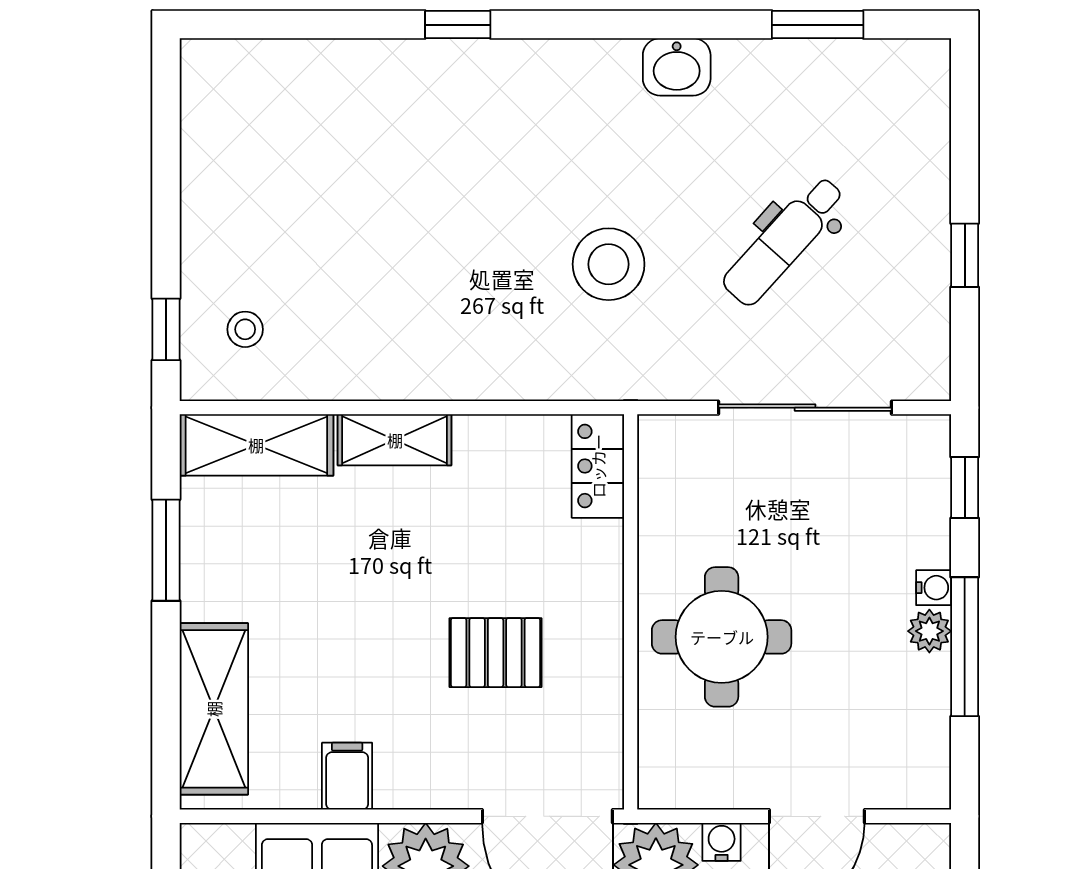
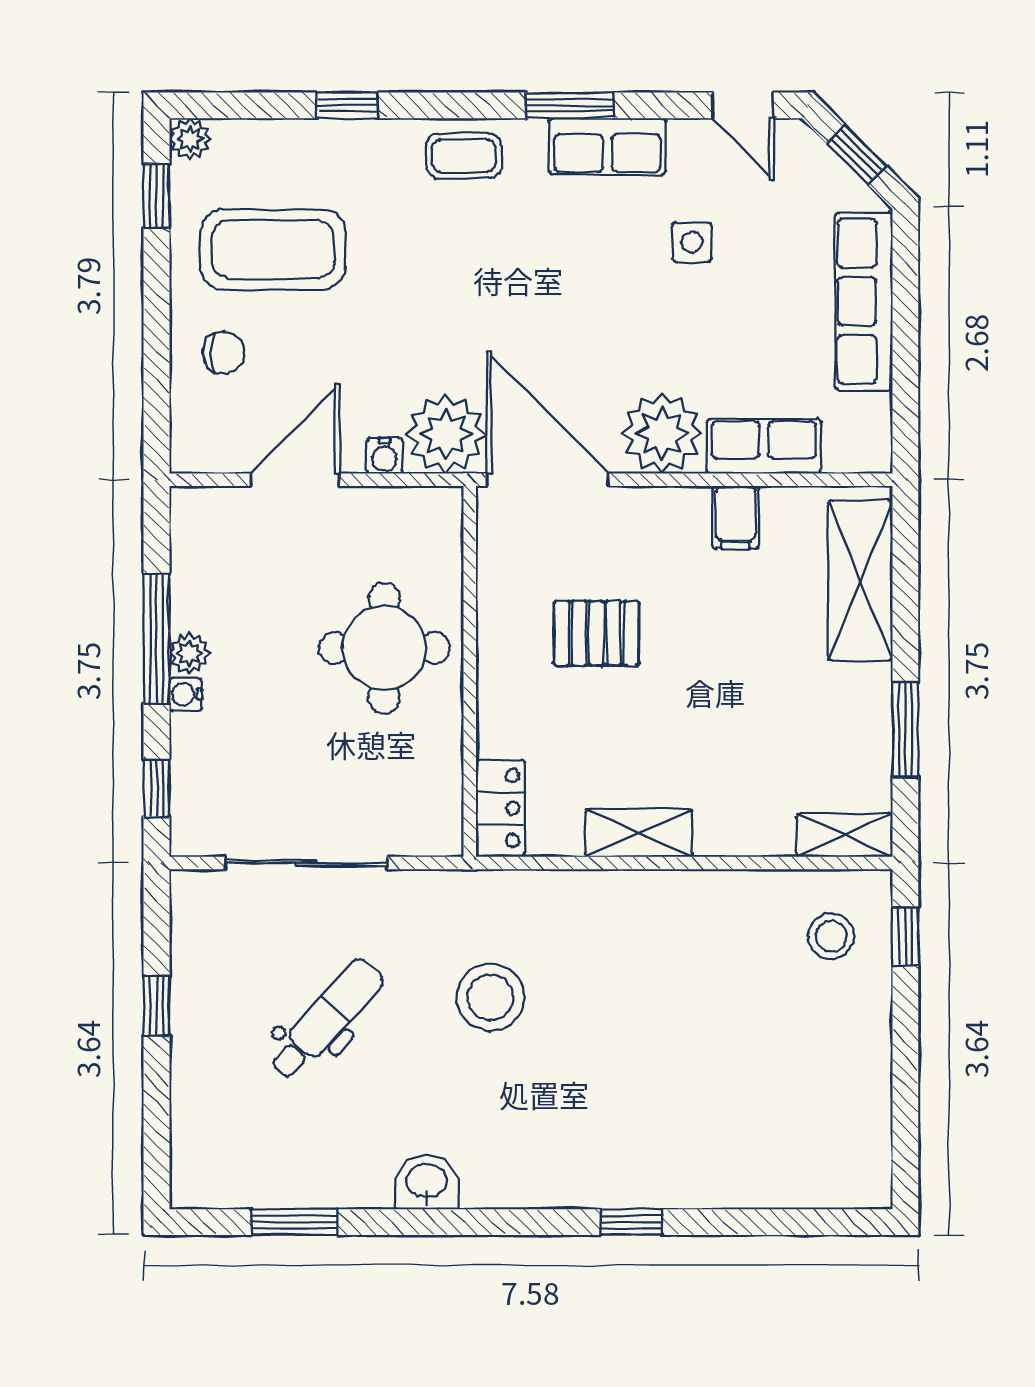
stool: (245, 329) -> (831, 936), width x1.37, depth x1.37
shelving: (395, 440) -> (639, 833), moved
shelving: (256, 445) -> (845, 835), width x0.67, depth x0.75

